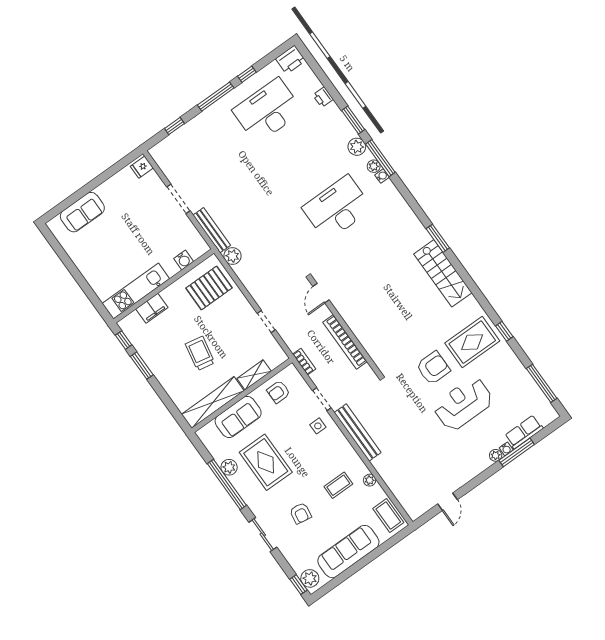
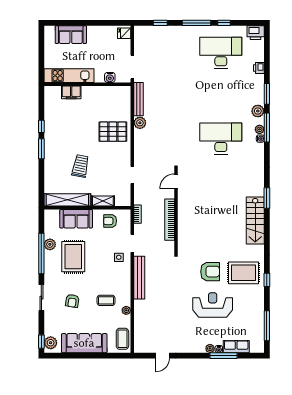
water cooler: (184, 260) -> (110, 77), moved
wall: (164, 286) -> (87, 84), moved
kitchen unit: (136, 291) -> (69, 76), moved
filing cabinet: (152, 308) -> (71, 92), moved

